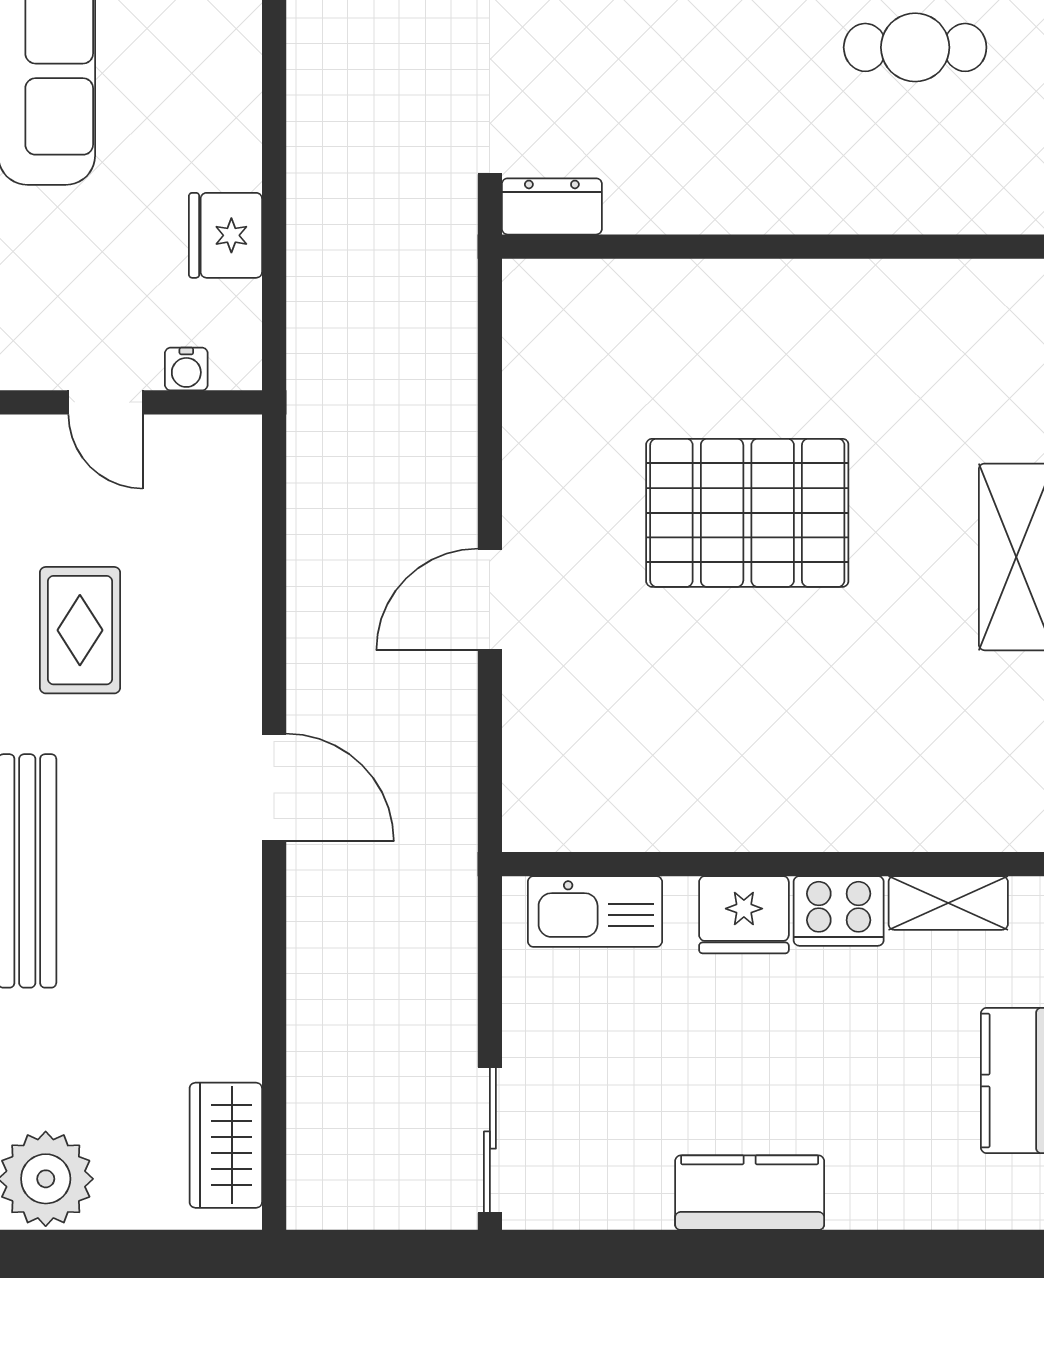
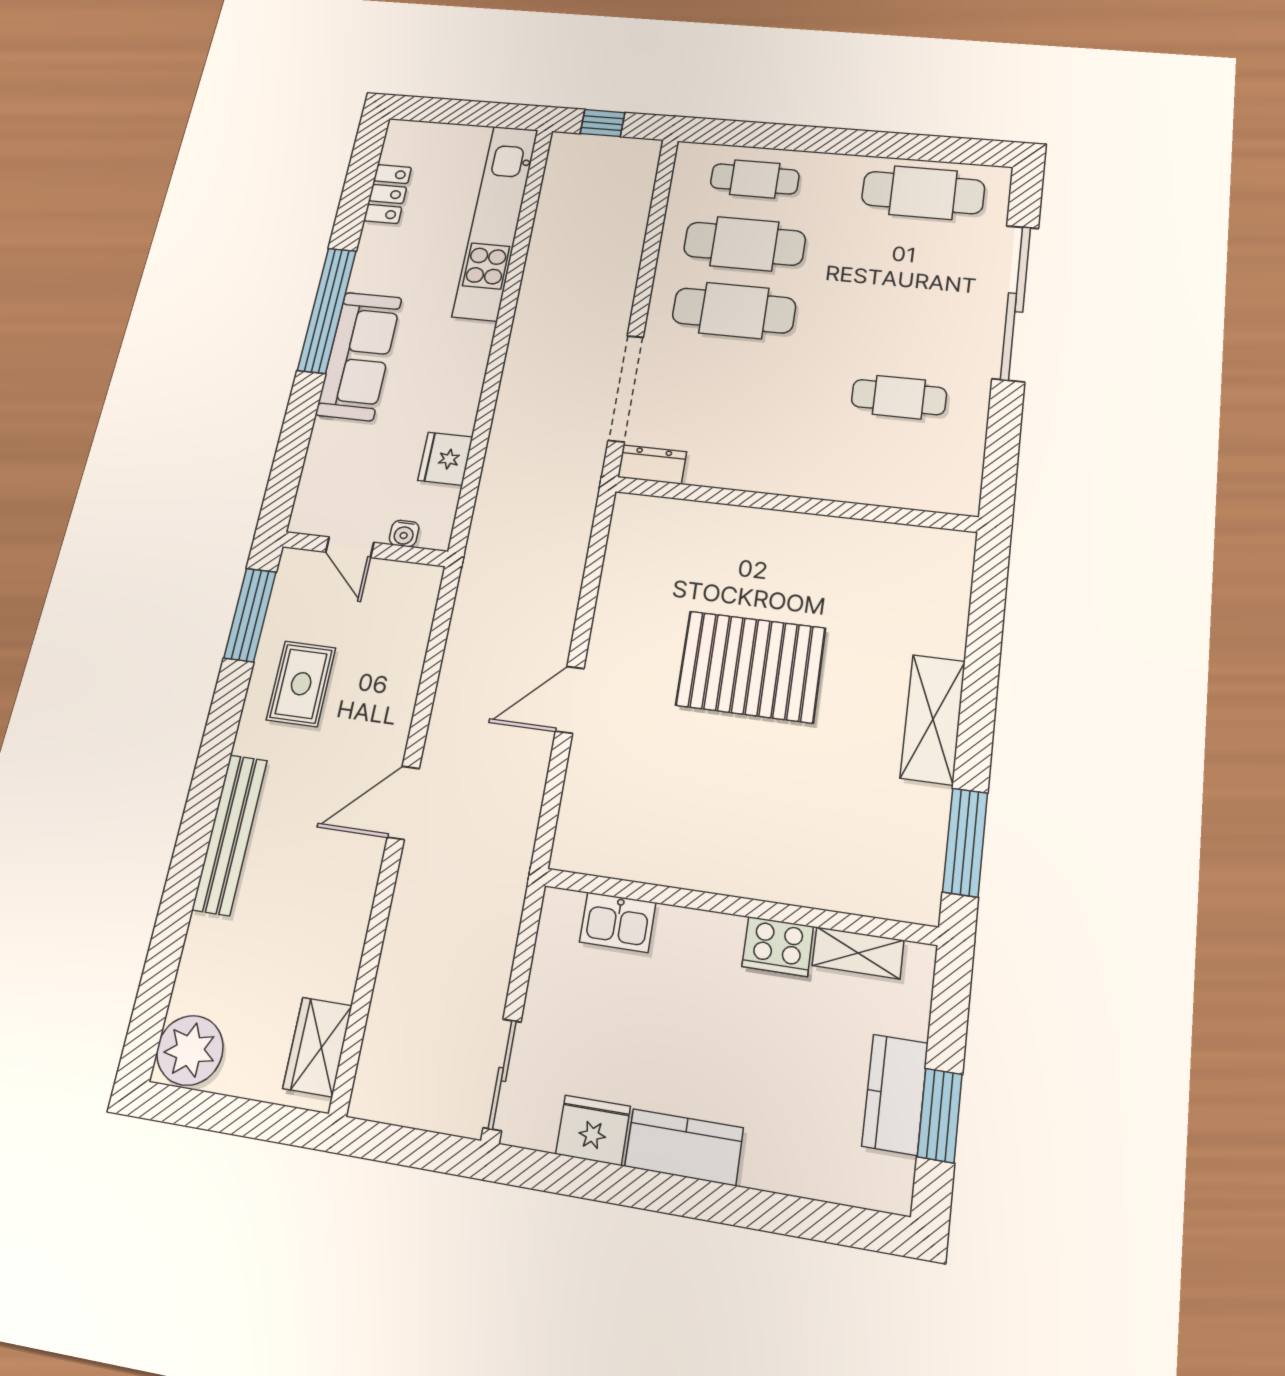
door: (274, 787) -> (403, 803), swing flipped
kitchen sink: (595, 911) -> (618, 922), width x0.73
fridge: (744, 915) -> (593, 1130), moved, turned 180

